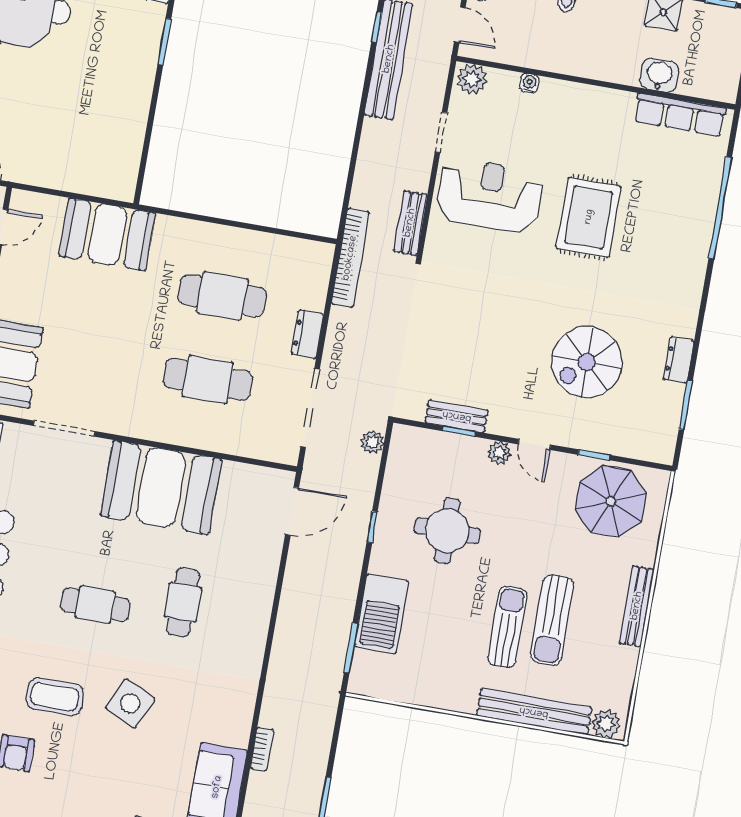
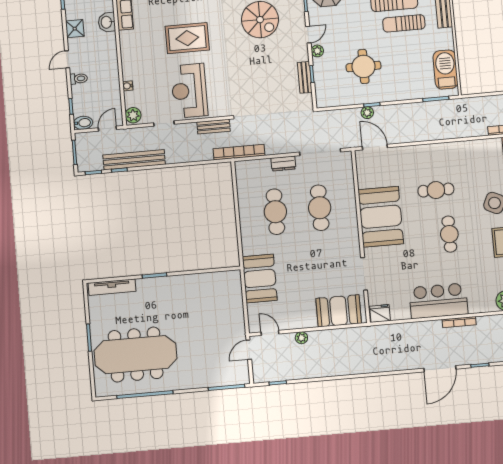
plant: (372, 442) -> (367, 113), moved
barbecue: (382, 614) -> (445, 70), moved, turned -90

